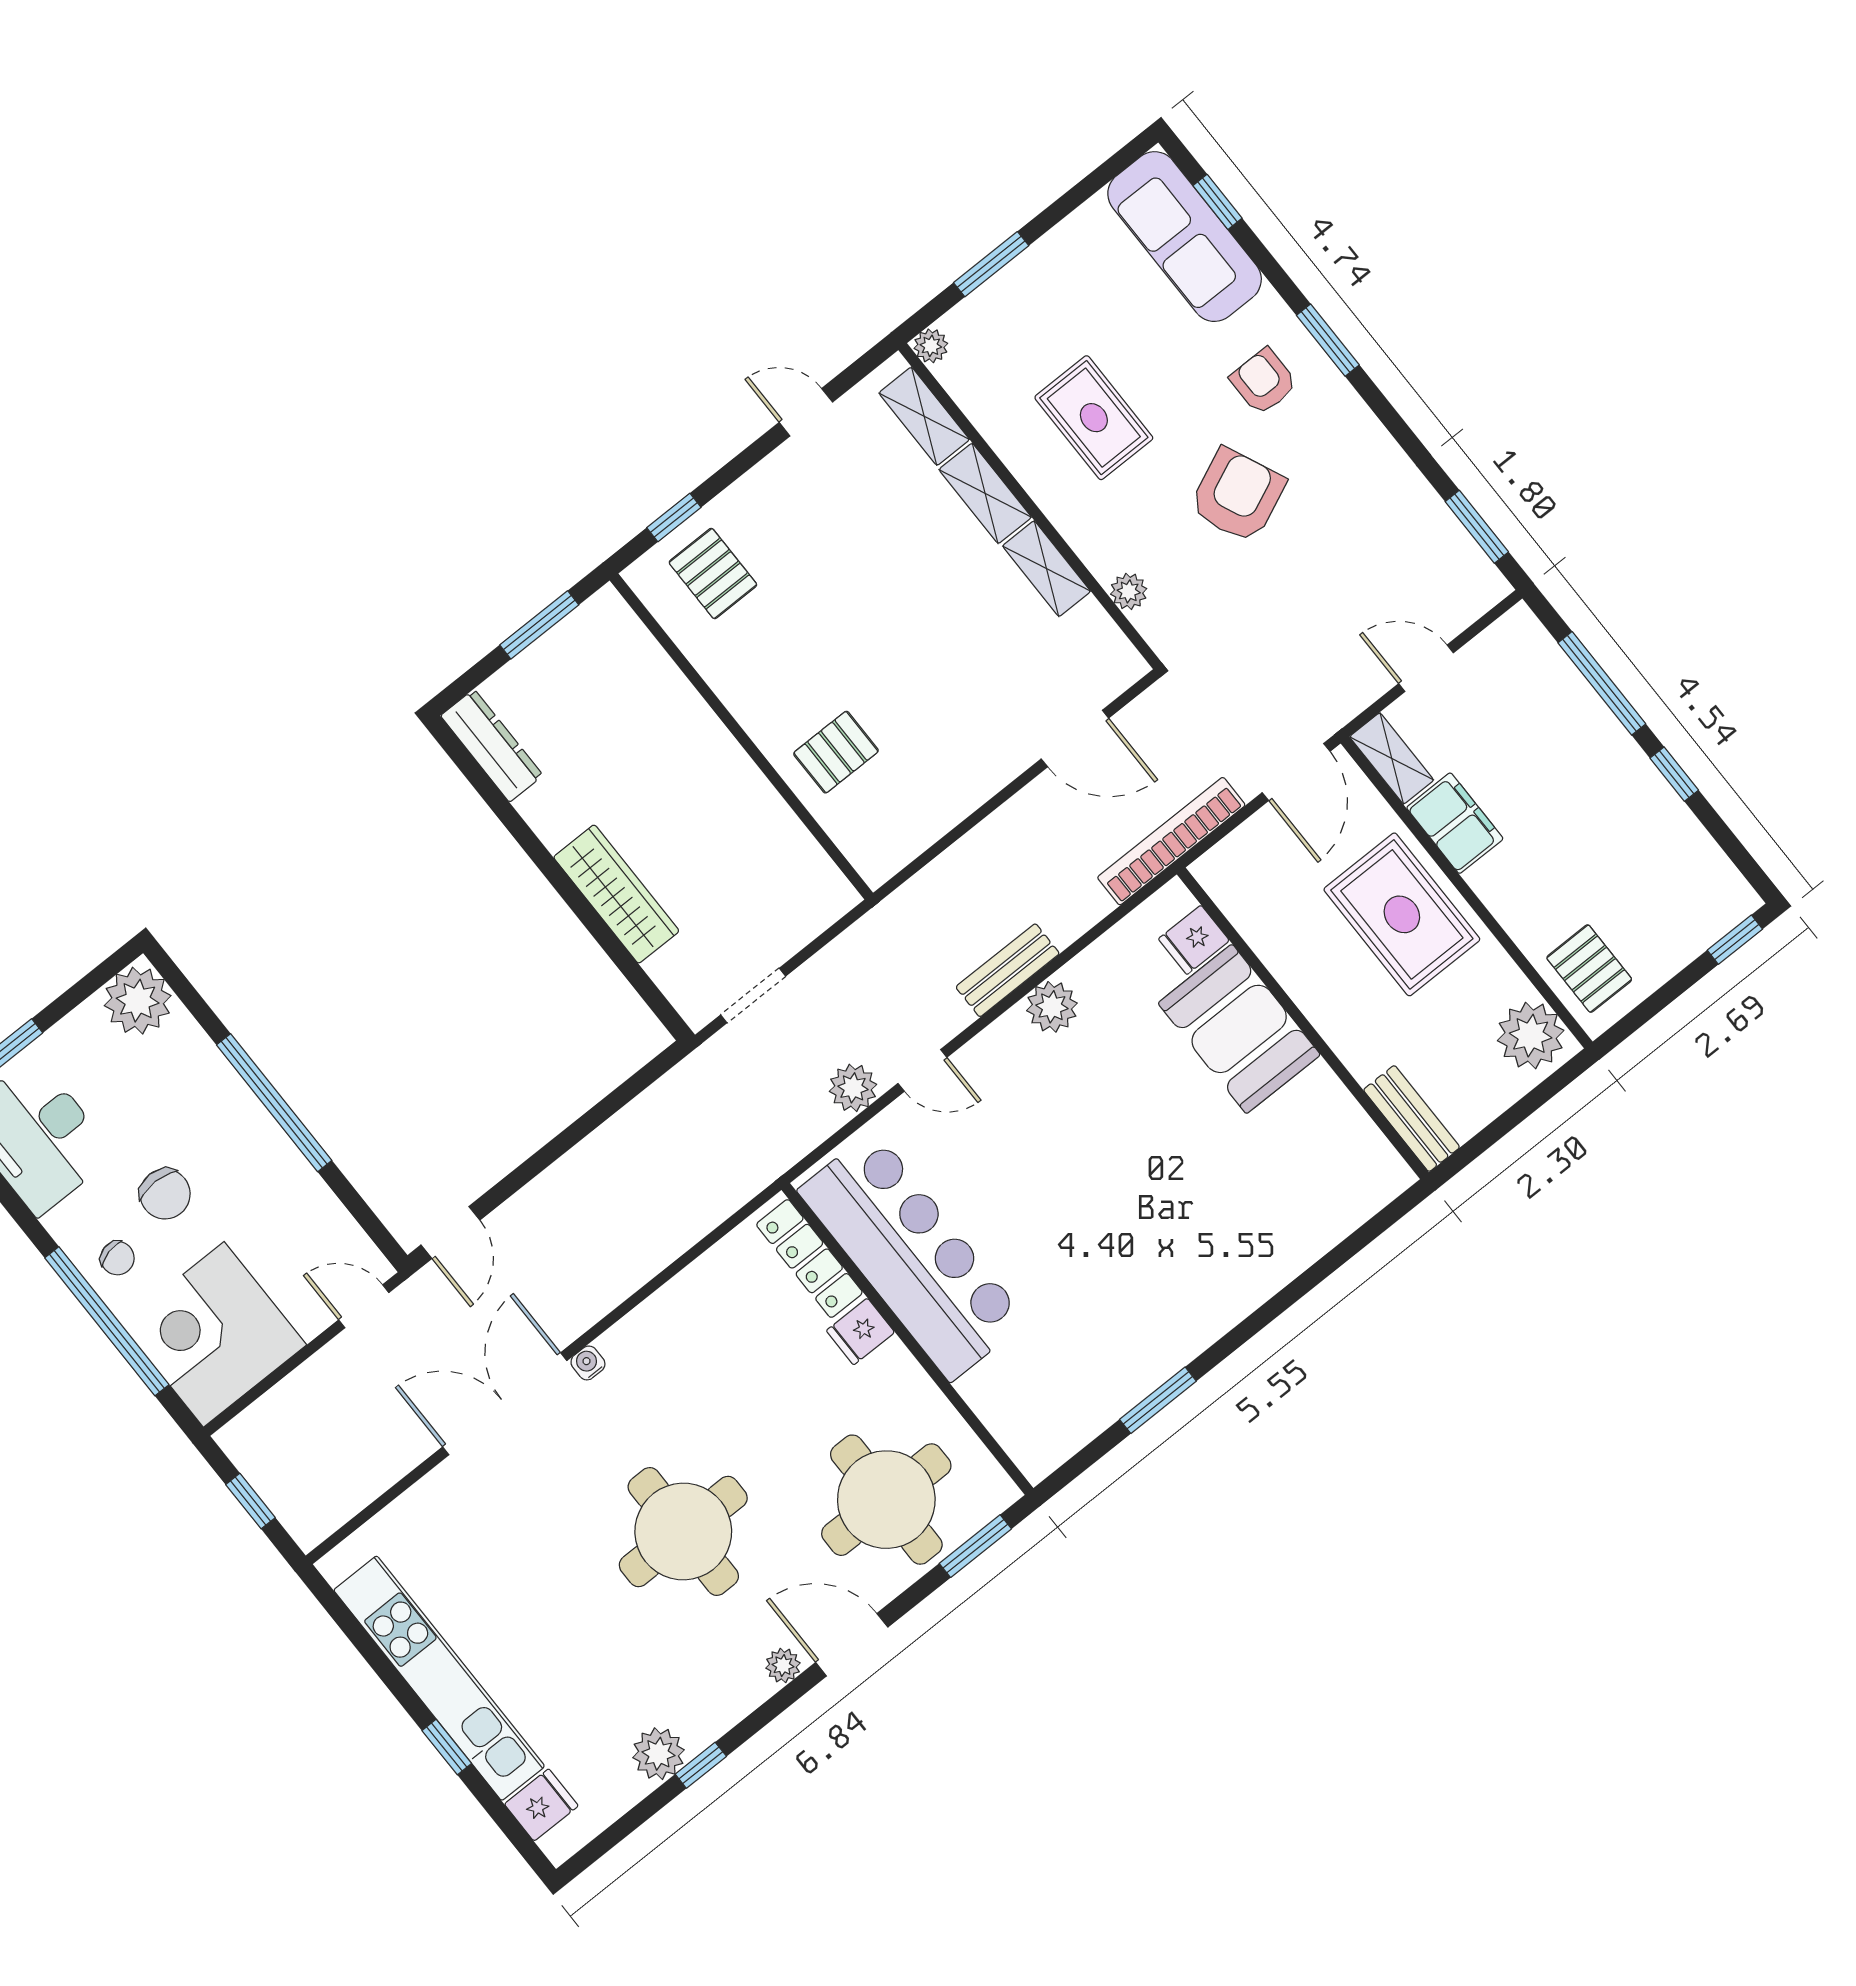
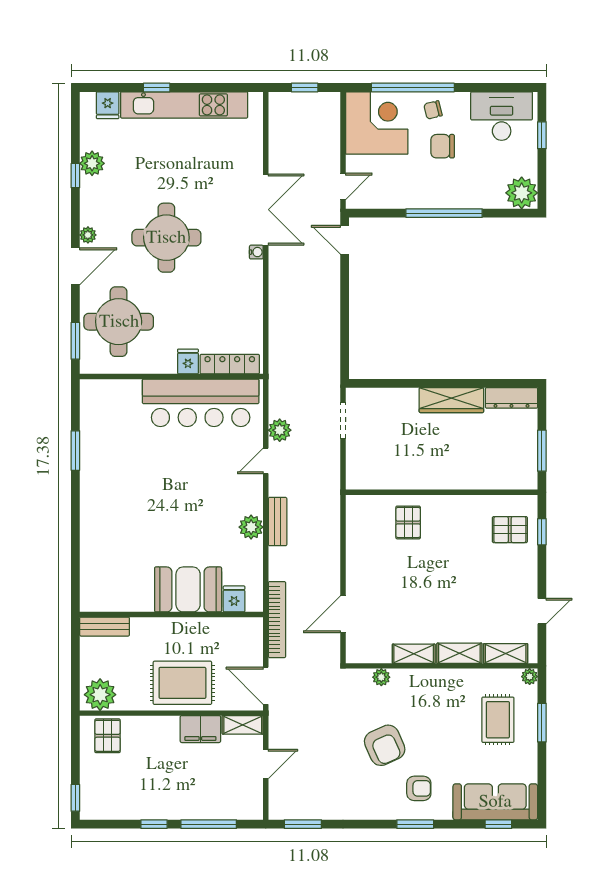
rug: (1094, 418) -> (498, 720), moved, turned 90
wardrobe: (616, 894) -> (451, 400), moved
pallet: (1589, 969) -> (108, 736), turned 90

